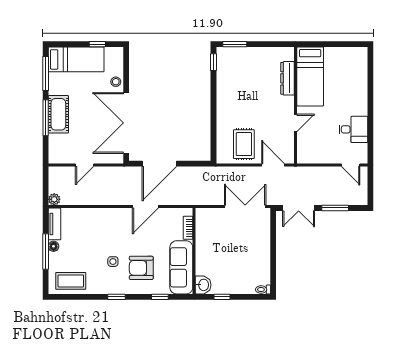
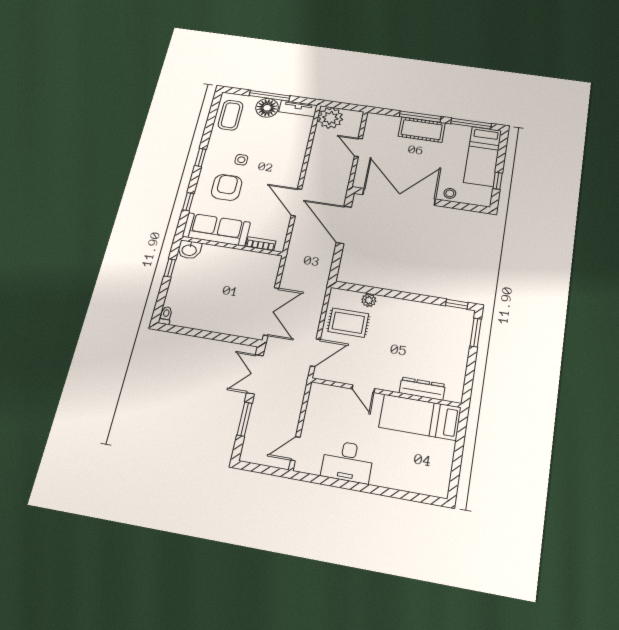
desk: (353, 129) -> (347, 462), width x1.37
plant: (222, 131) -> (369, 300), added
plant: (54, 199) -> (330, 118), width x1.88, depth x1.88
floor lamp: (54, 246) -> (267, 108), width x1.89, depth x1.89

